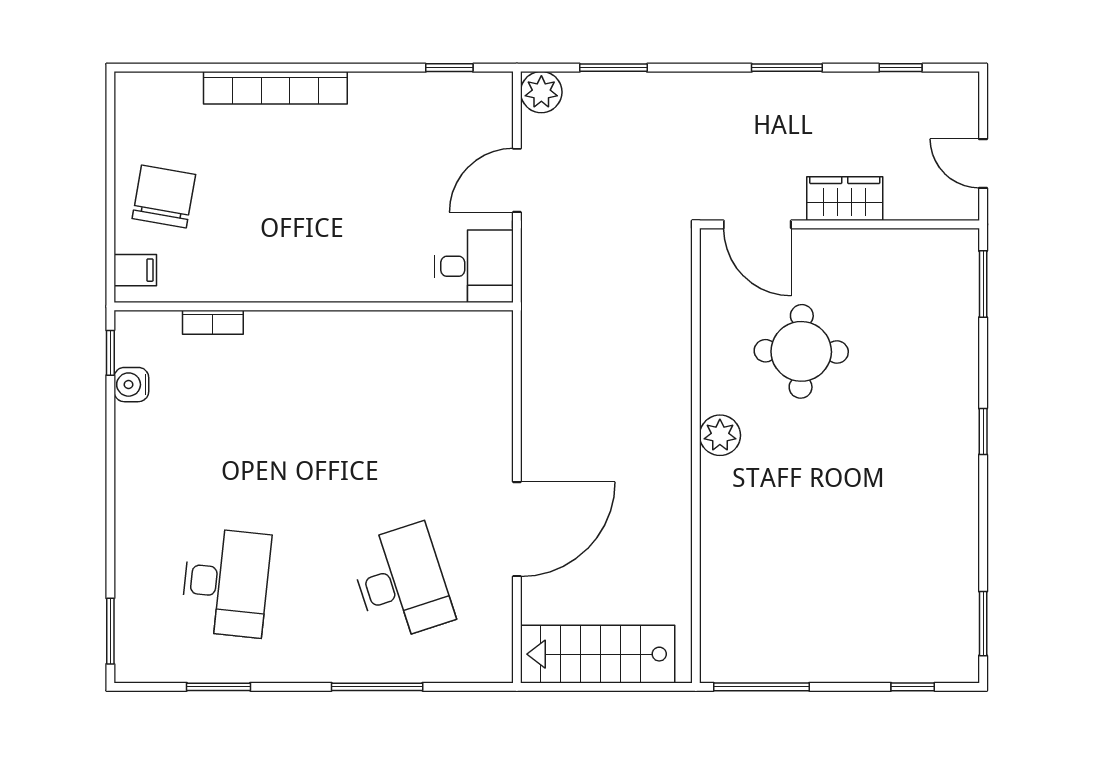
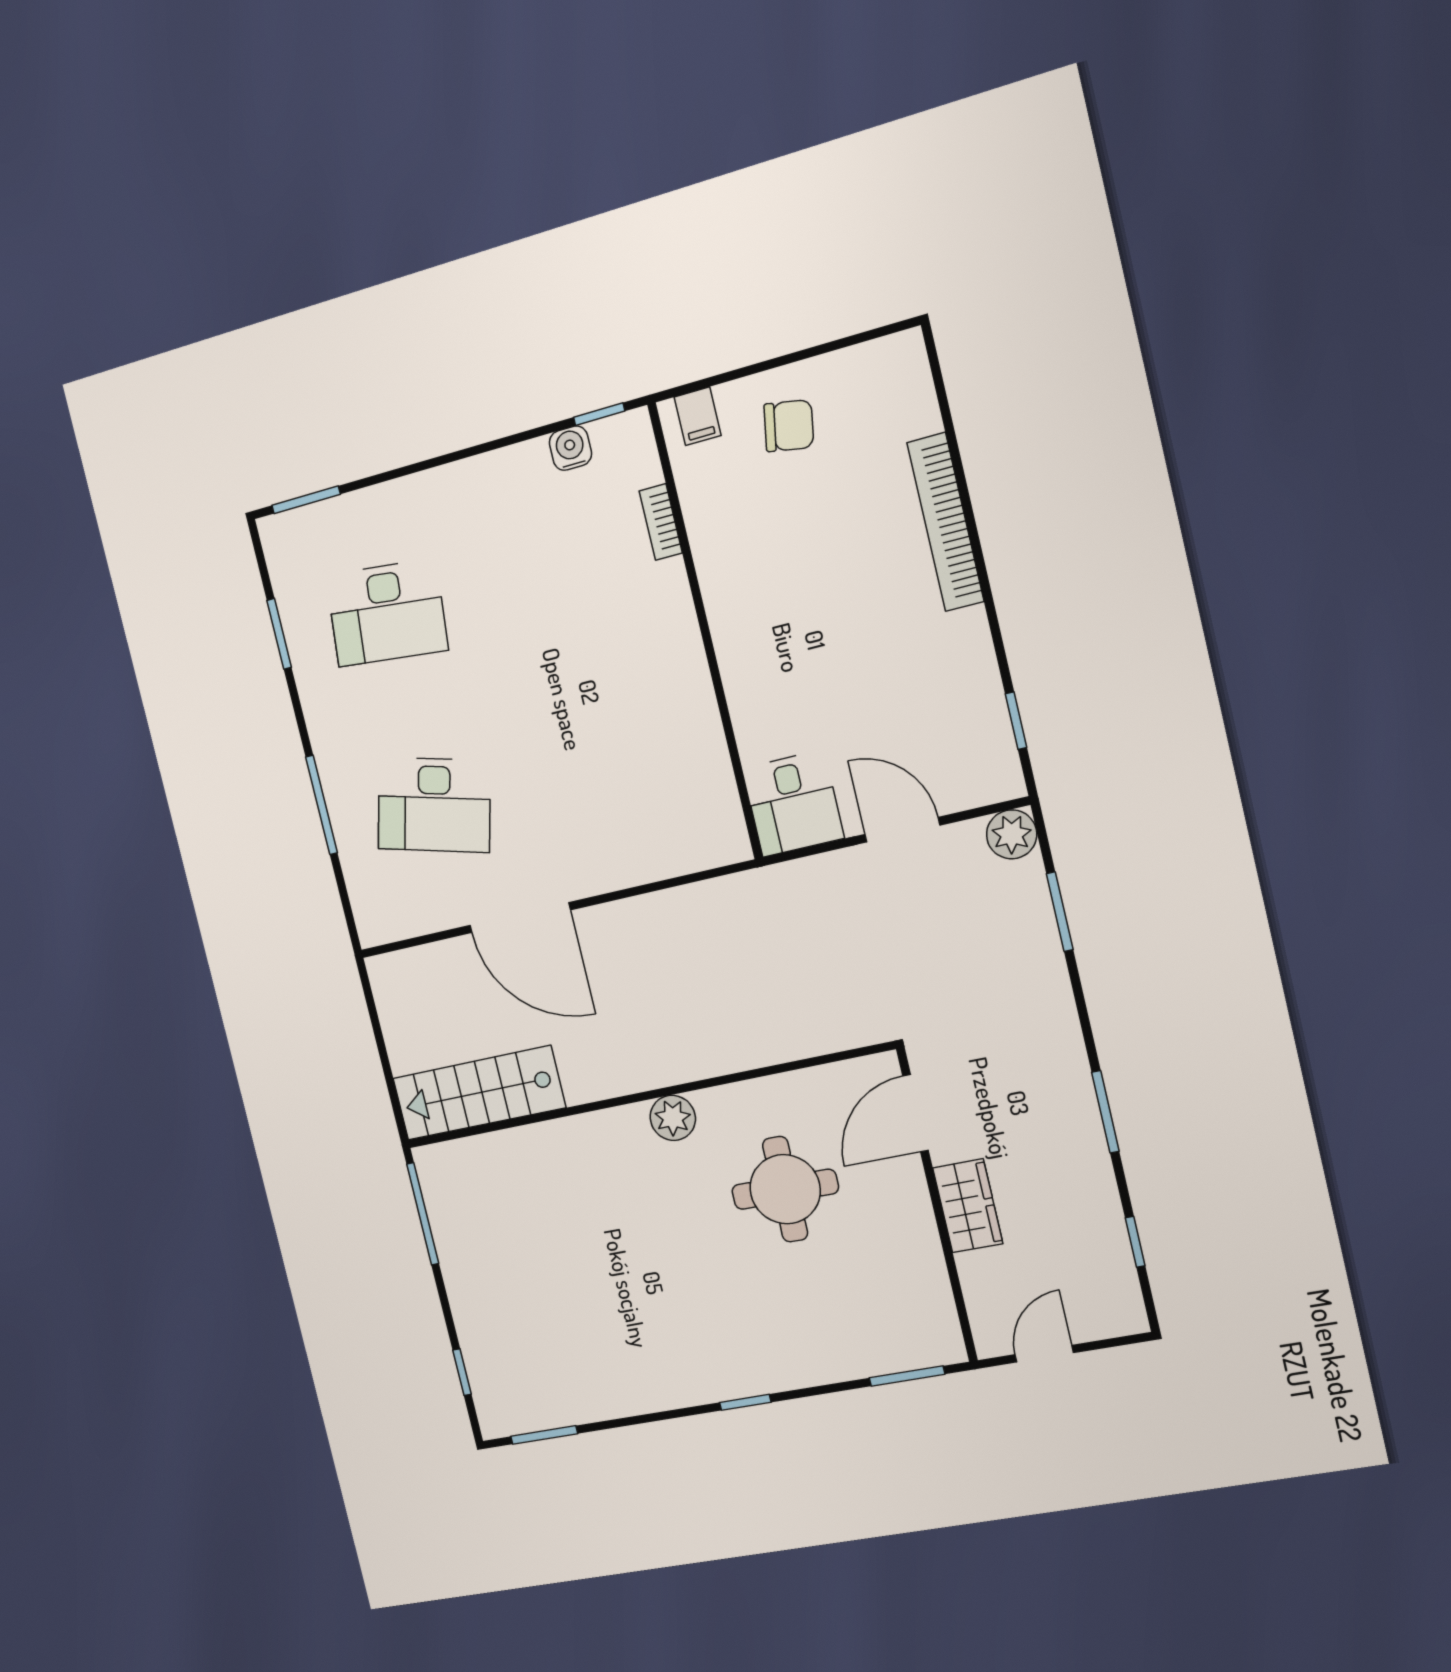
chair: (164, 196) -> (789, 426), width x0.73, depth x0.73
desk: (401, 582) -> (434, 805), turned 33
stairs: (598, 654) -> (479, 1093), moved, turned -90

